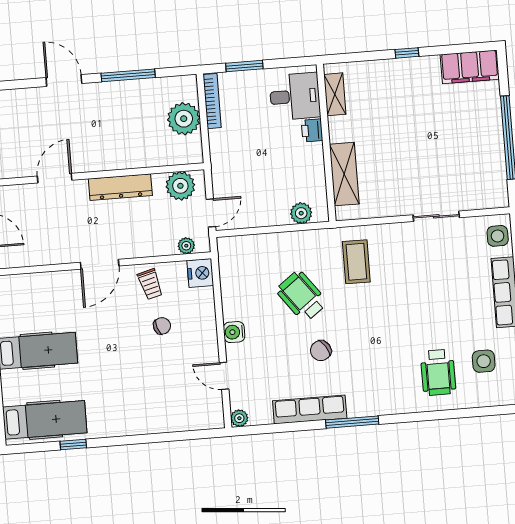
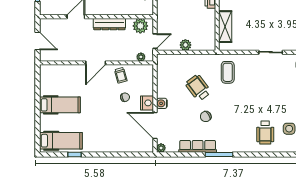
plant: (301, 213) -> (185, 45), moved
nightstand: (200, 273) -> (147, 103), moved
door: (224, 376) -> (155, 125), width x1.87

